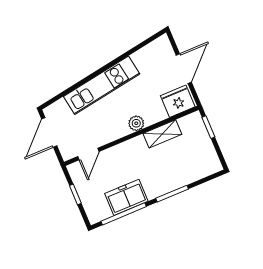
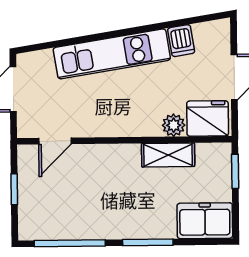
dishwasher: (141, 59) -> (181, 41), added
plant: (136, 123) -> (174, 125), moved
freezer: (126, 197) -> (205, 221), moved

